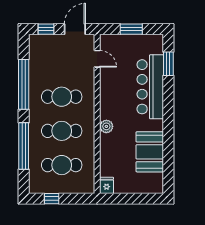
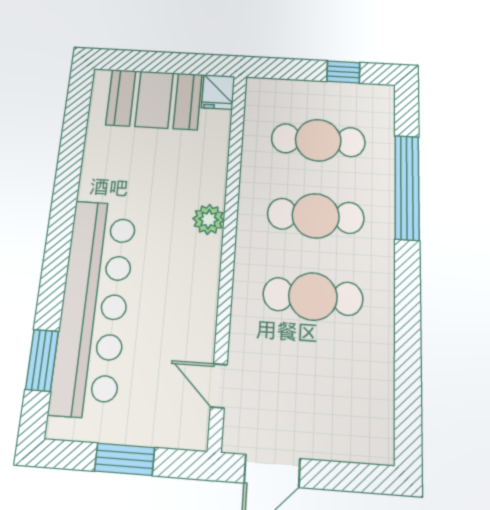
window: (46, 29) -> (349, 477), removed
window: (24, 84) -> (408, 334), removed
bar counter: (150, 87) -> (94, 306), width x1.36
booth: (150, 152) -> (154, 99), moved, turned 90

